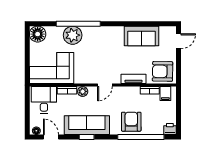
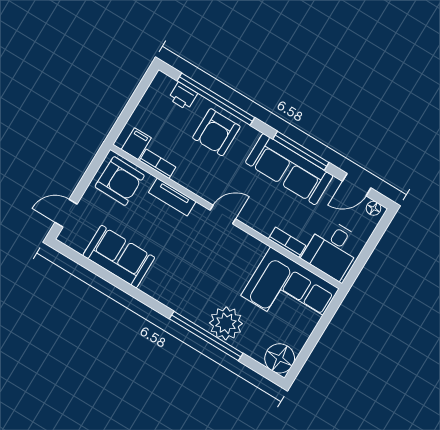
plant: (83, 91) -> (264, 226), removed
printer: (170, 129) -> (183, 96), moved
door: (51, 137) -> (357, 185), hinge flipped
window: (87, 137) -> (301, 151), width x2.17

